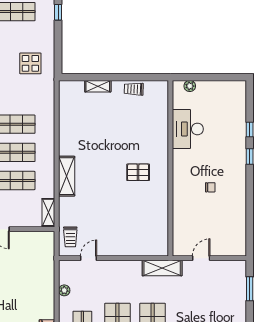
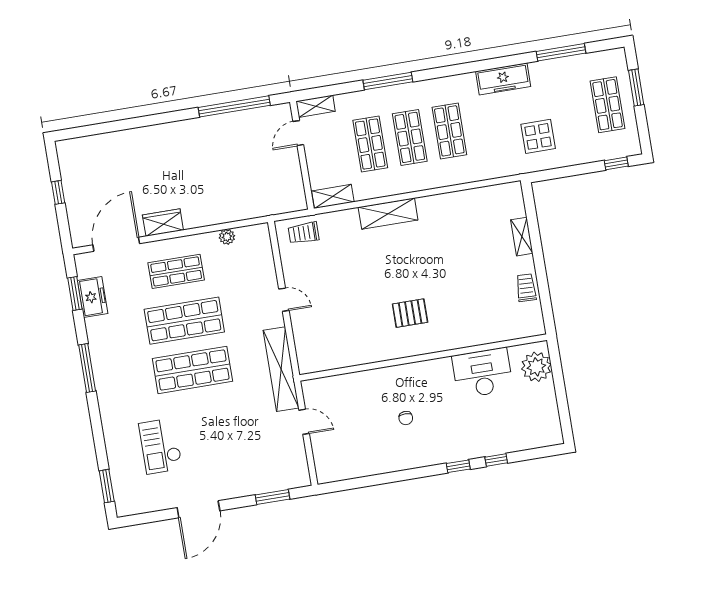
plant: (190, 86) -> (536, 367), width x1.87, depth x1.87
pallet: (138, 172) -> (410, 313), turned 90
door: (89, 258) -> (284, 300), moved
shelving: (162, 268) -> (281, 369), width x1.47

